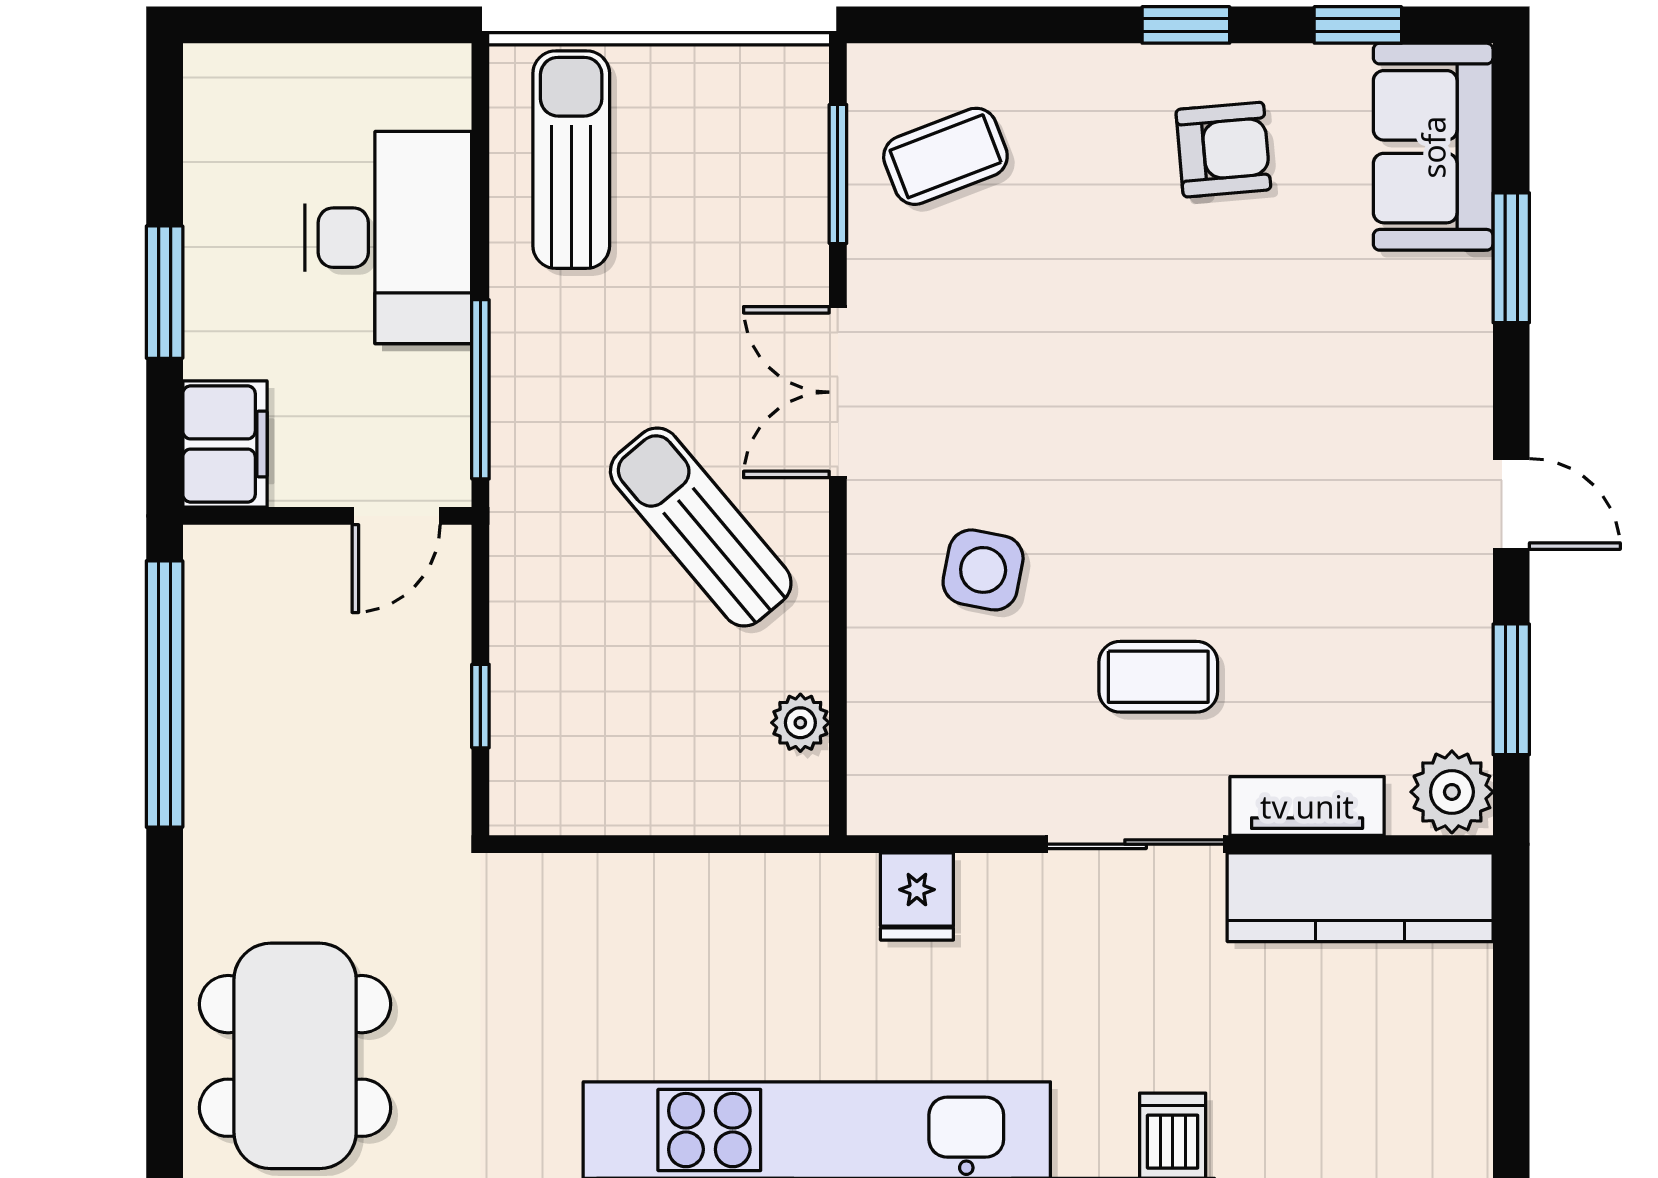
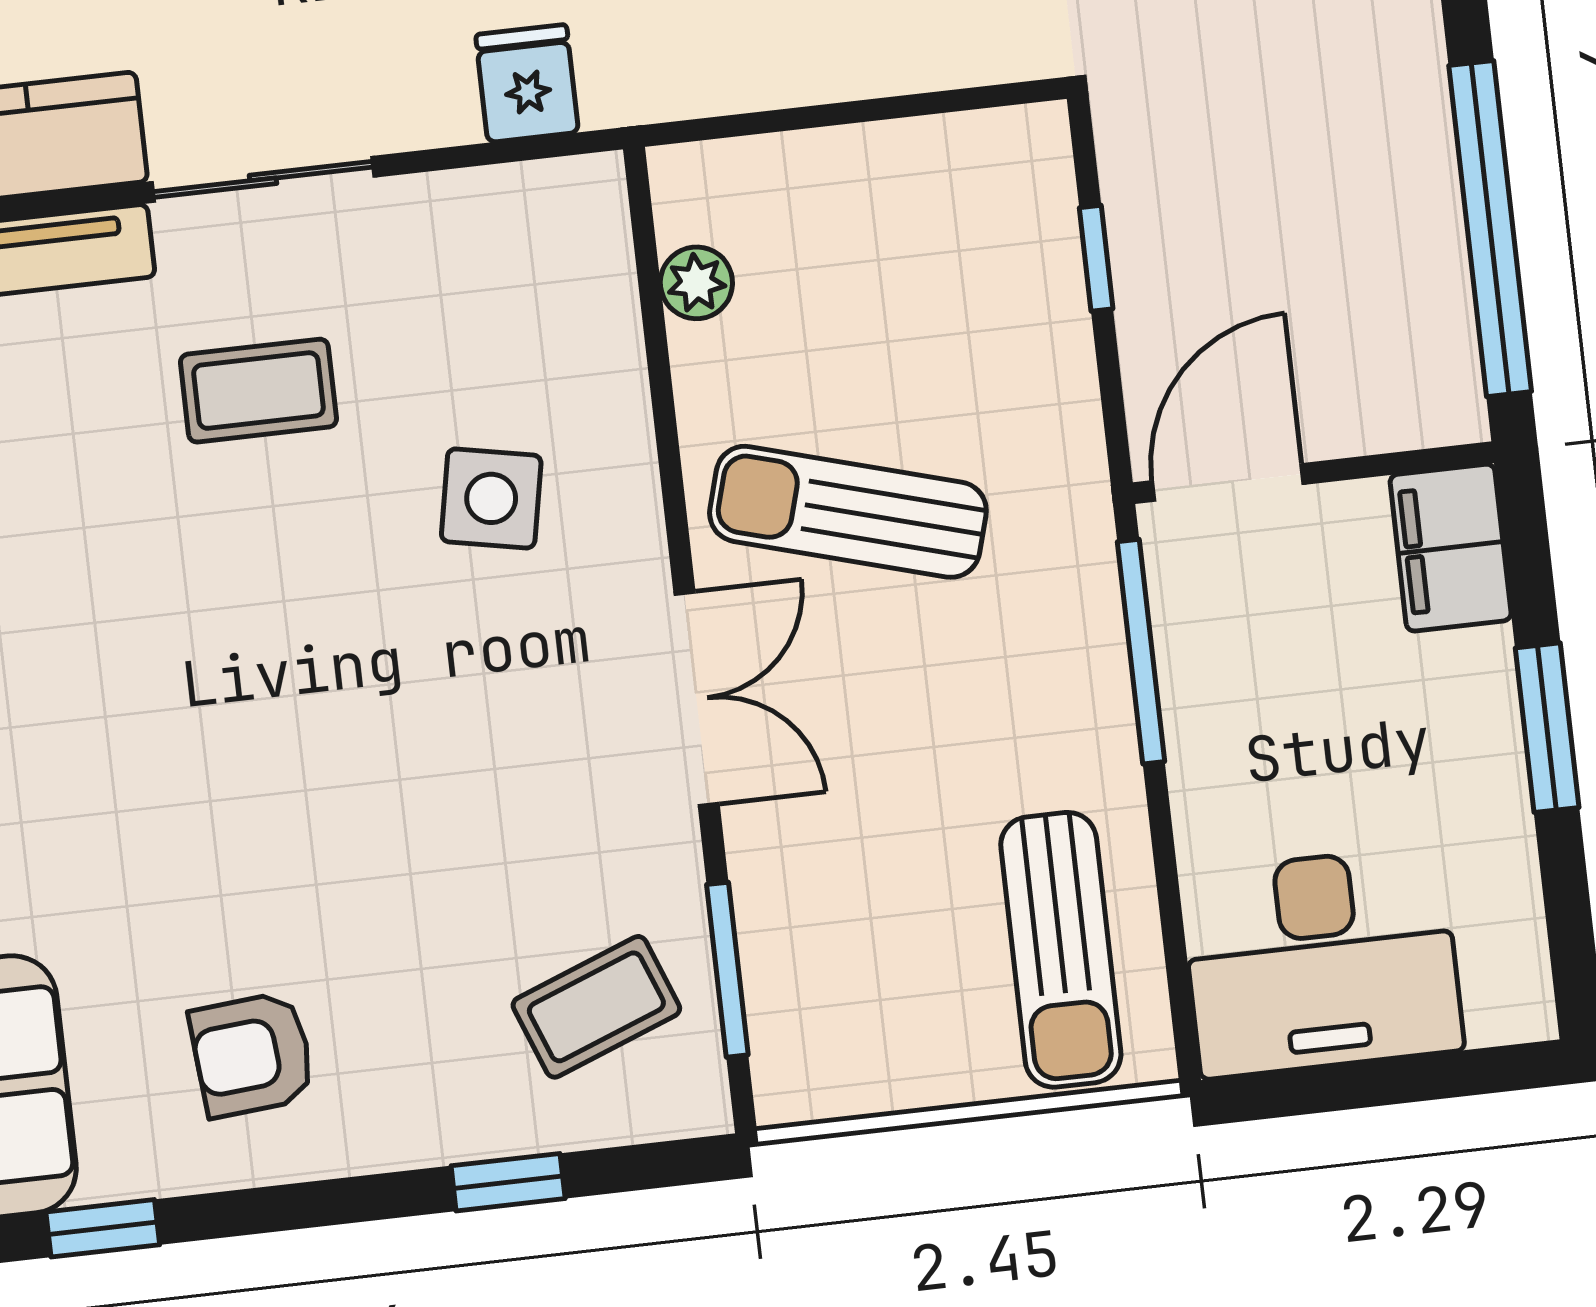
window: (1186, 25) -> (508, 1182), moved
desk: (388, 238) -> (1321, 962), moved, turned -90
door: (396, 516) -> (1228, 482), width x1.38
sun lounger: (701, 527) -> (848, 512), turned 146

